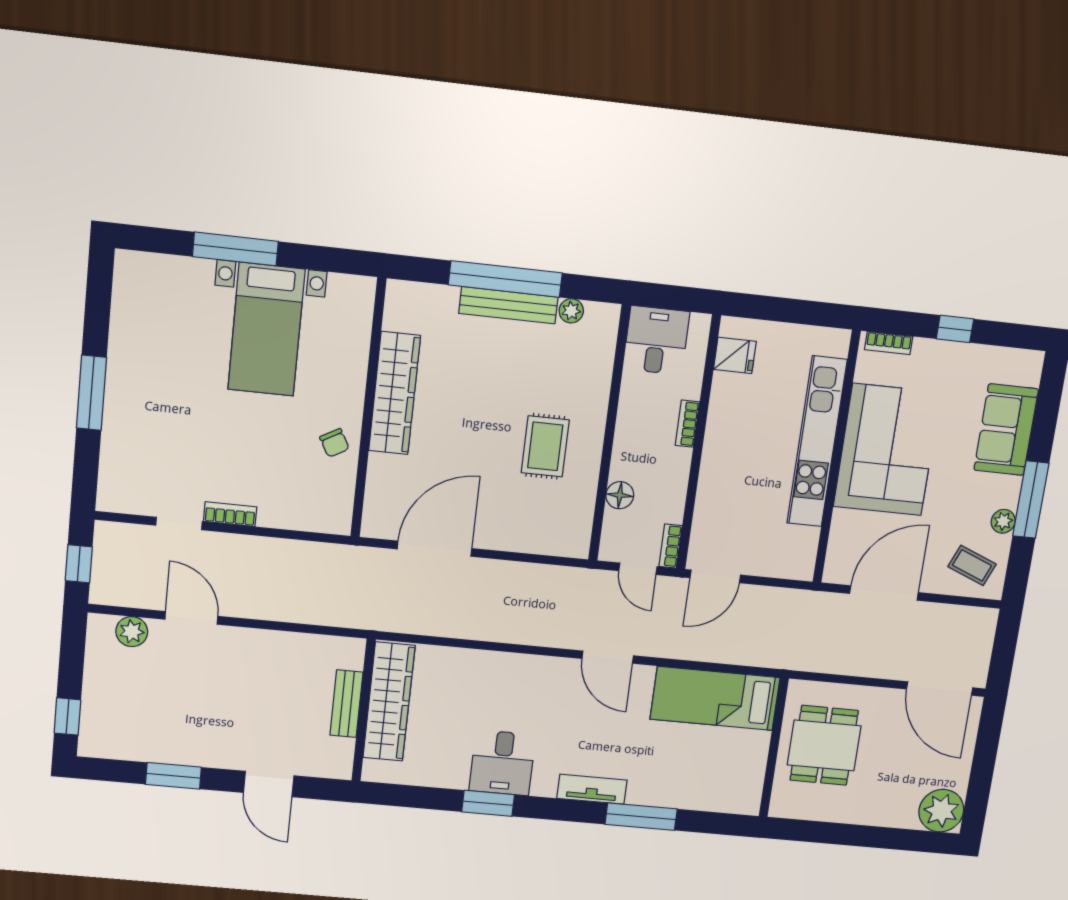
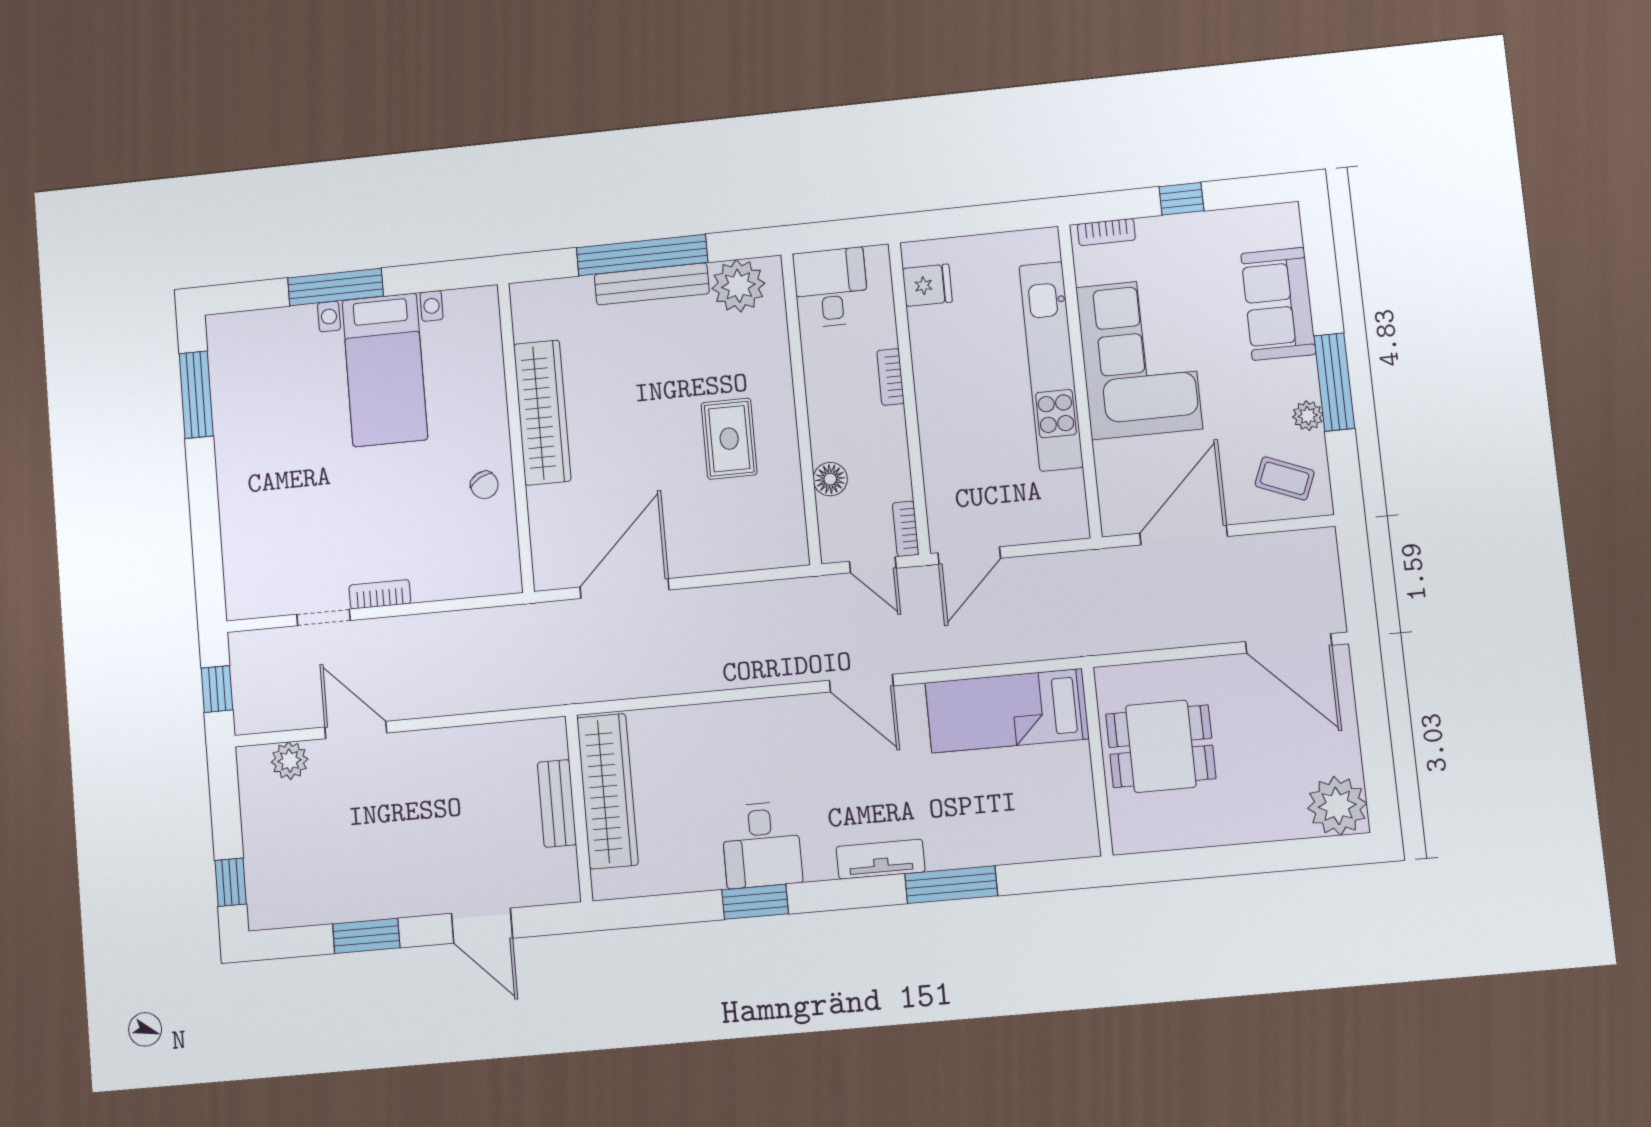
plant: (571, 311) -> (738, 286), width x1.88, depth x1.88
window: (91, 393) -> (196, 395), moved
dining table: (824, 745) -> (1161, 746), turned 90

